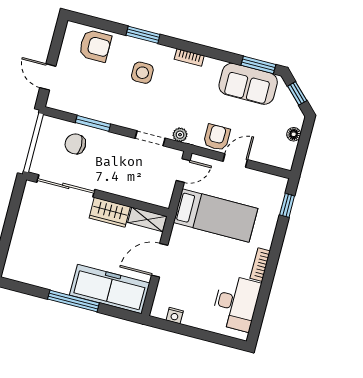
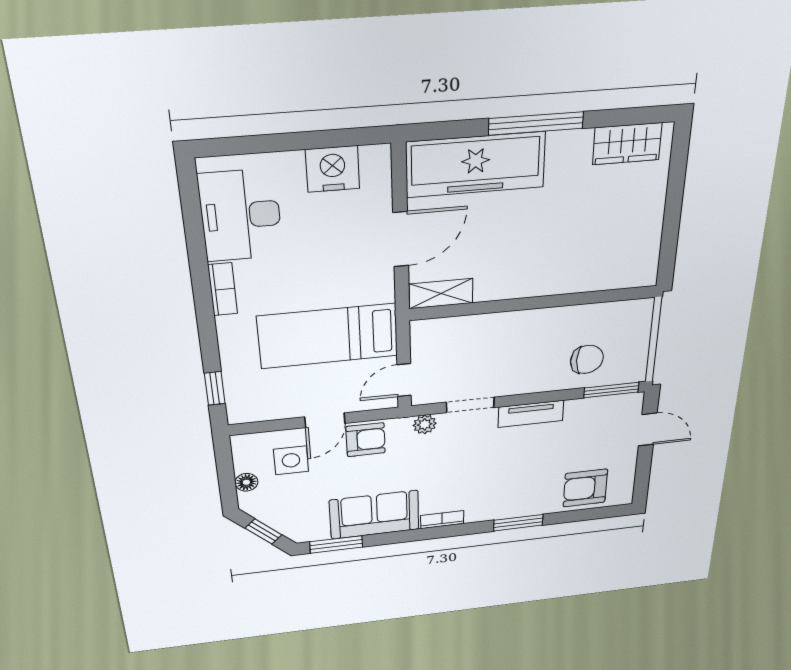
side table: (142, 73) -> (291, 460), moved
sofa: (248, 84) -> (374, 515), moved
tv unit: (116, 118) -> (531, 414), added
window: (93, 123) -> (611, 390), moved
armchair: (217, 137) -> (366, 440), turned -90
sliding door: (66, 186) -> (589, 298), removed
wardrobe: (110, 212) -> (627, 144), moved, turned 180
nightstand: (175, 316) -> (333, 169), width x1.89, depth x1.79

